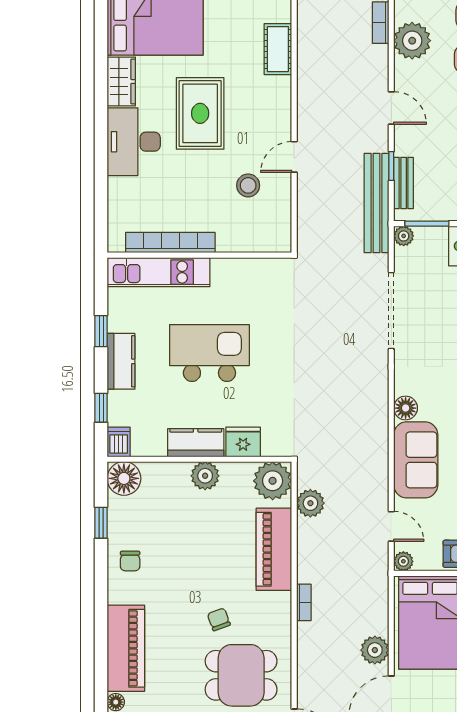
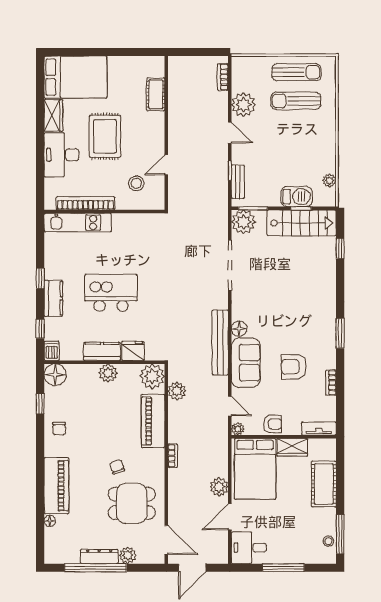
plant: (412, 41) -> (243, 105), moved
bench: (377, 203) -> (220, 342), moved
plant: (404, 236) -> (244, 222), width x1.88, depth x1.88
bookcase: (170, 243) -> (85, 203), moved
wall: (199, 255) -> (104, 211), moved
kitchen unit: (158, 272) -> (78, 223), moved

